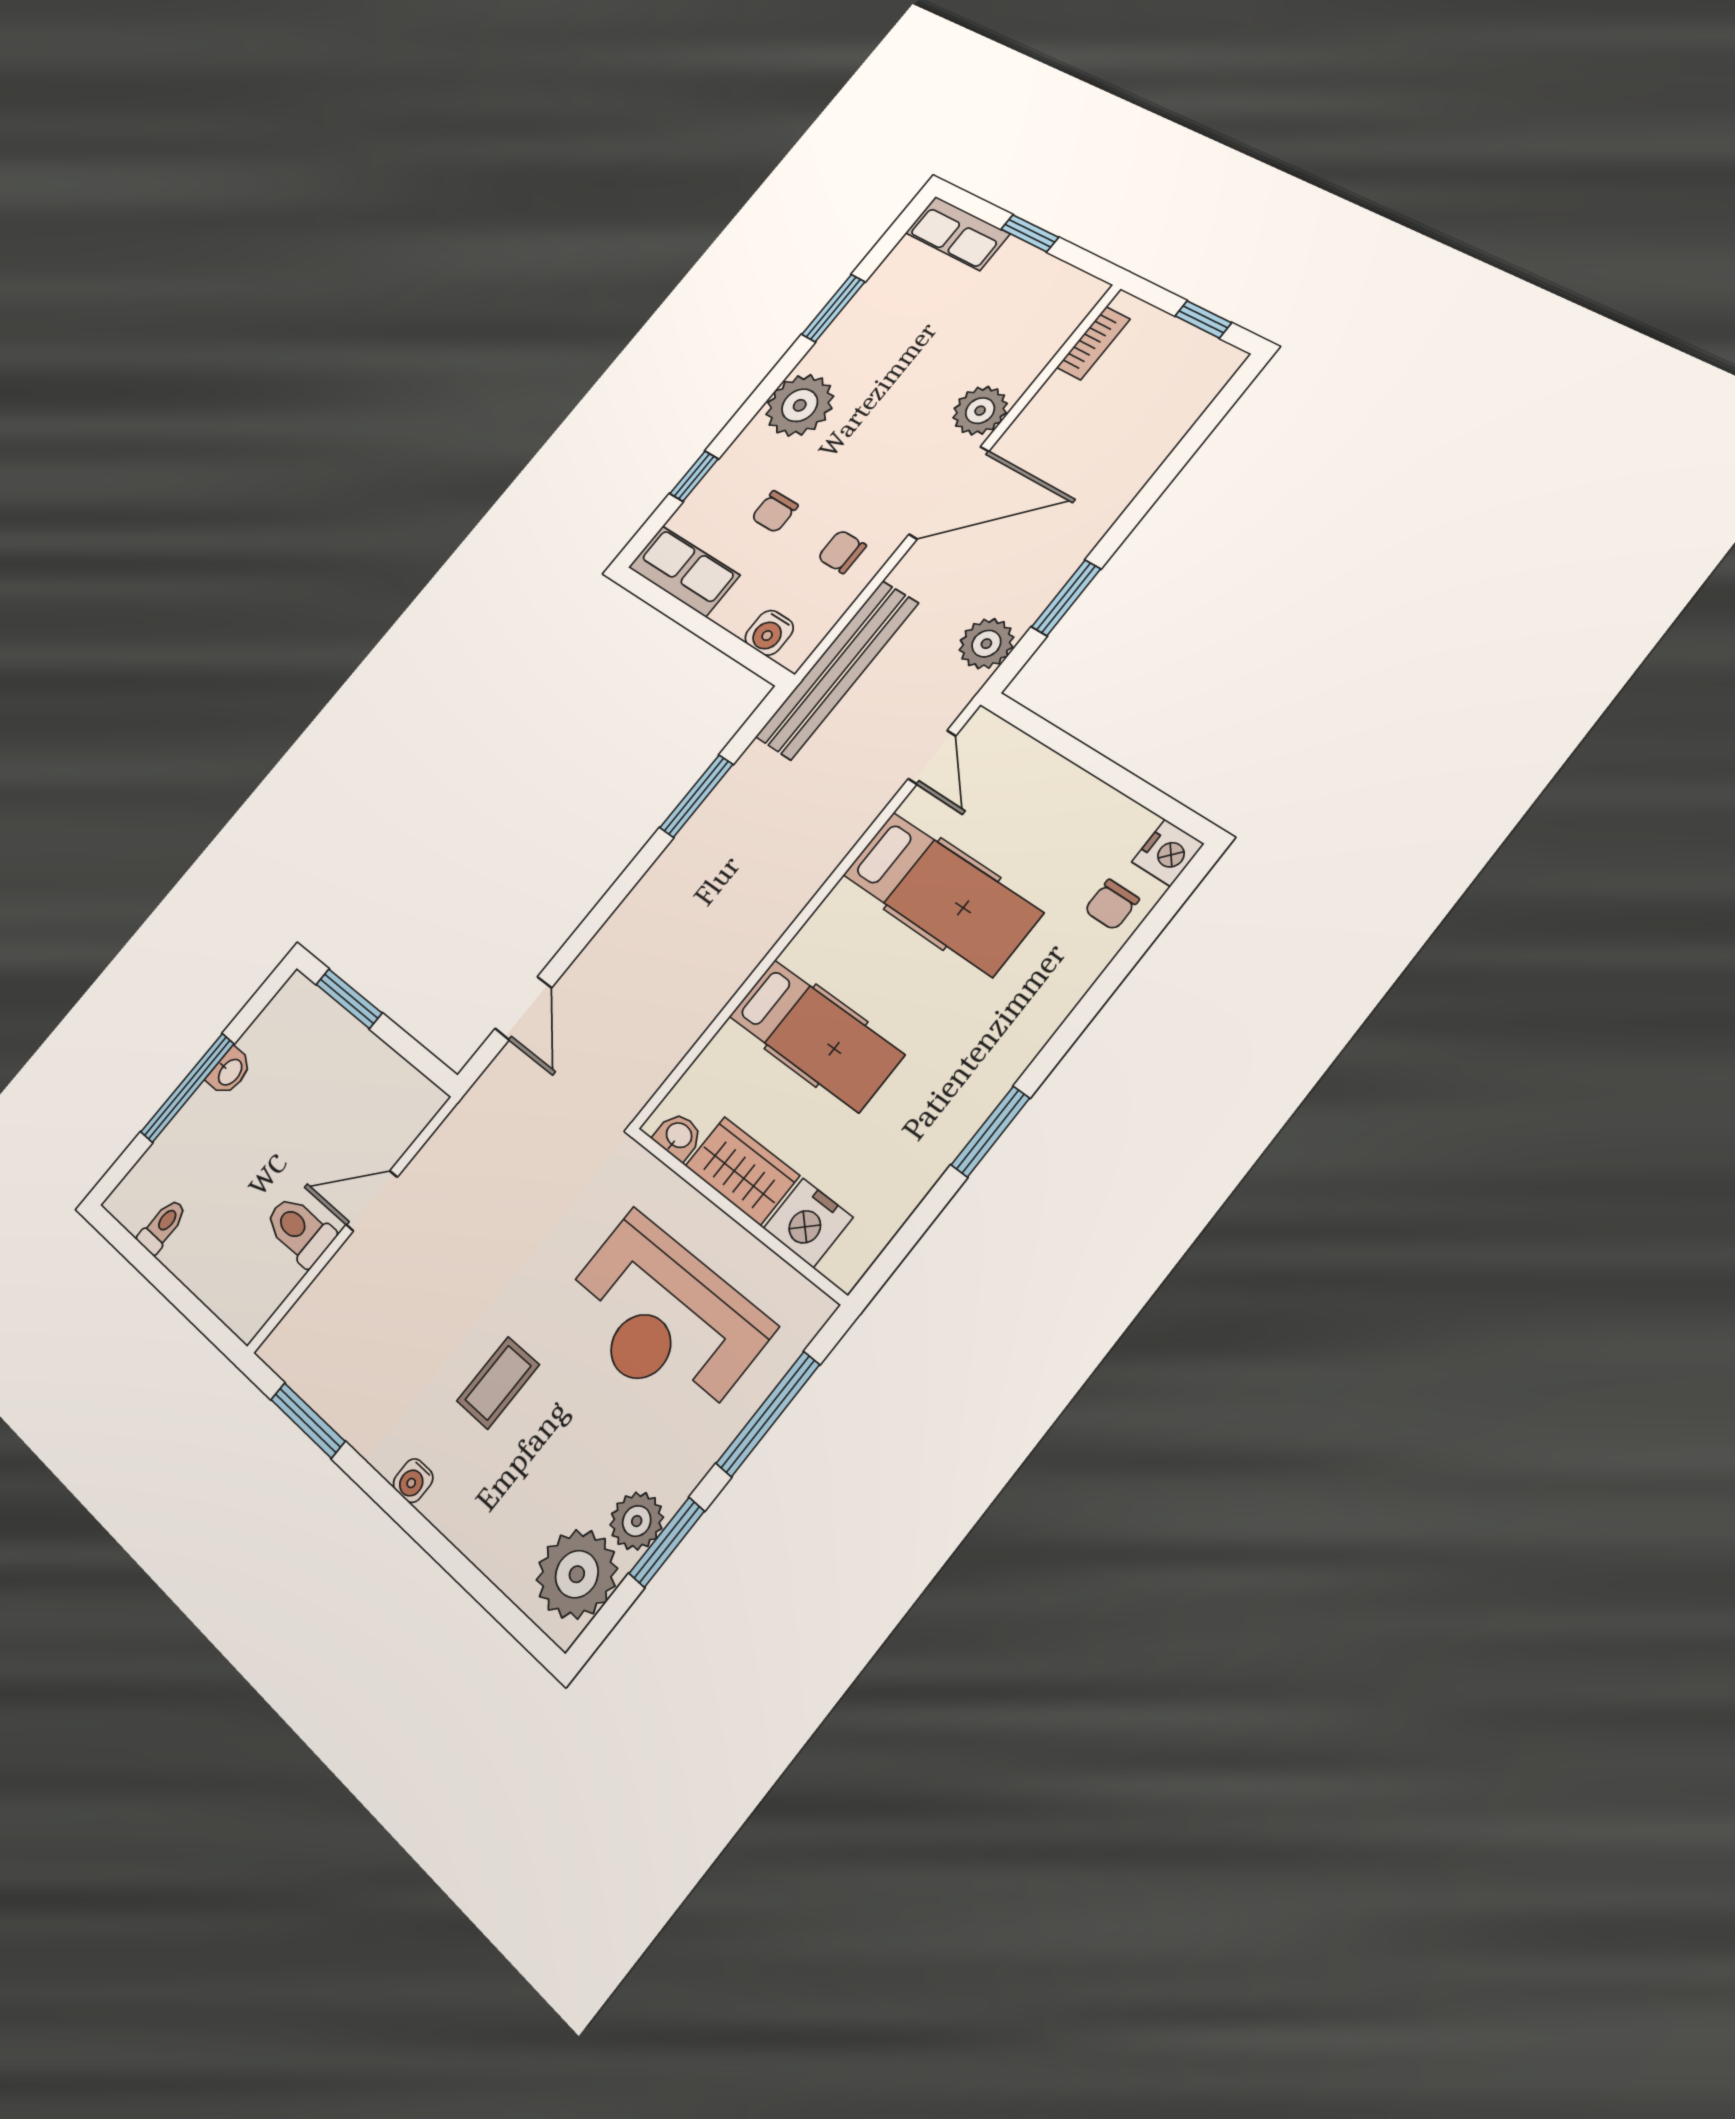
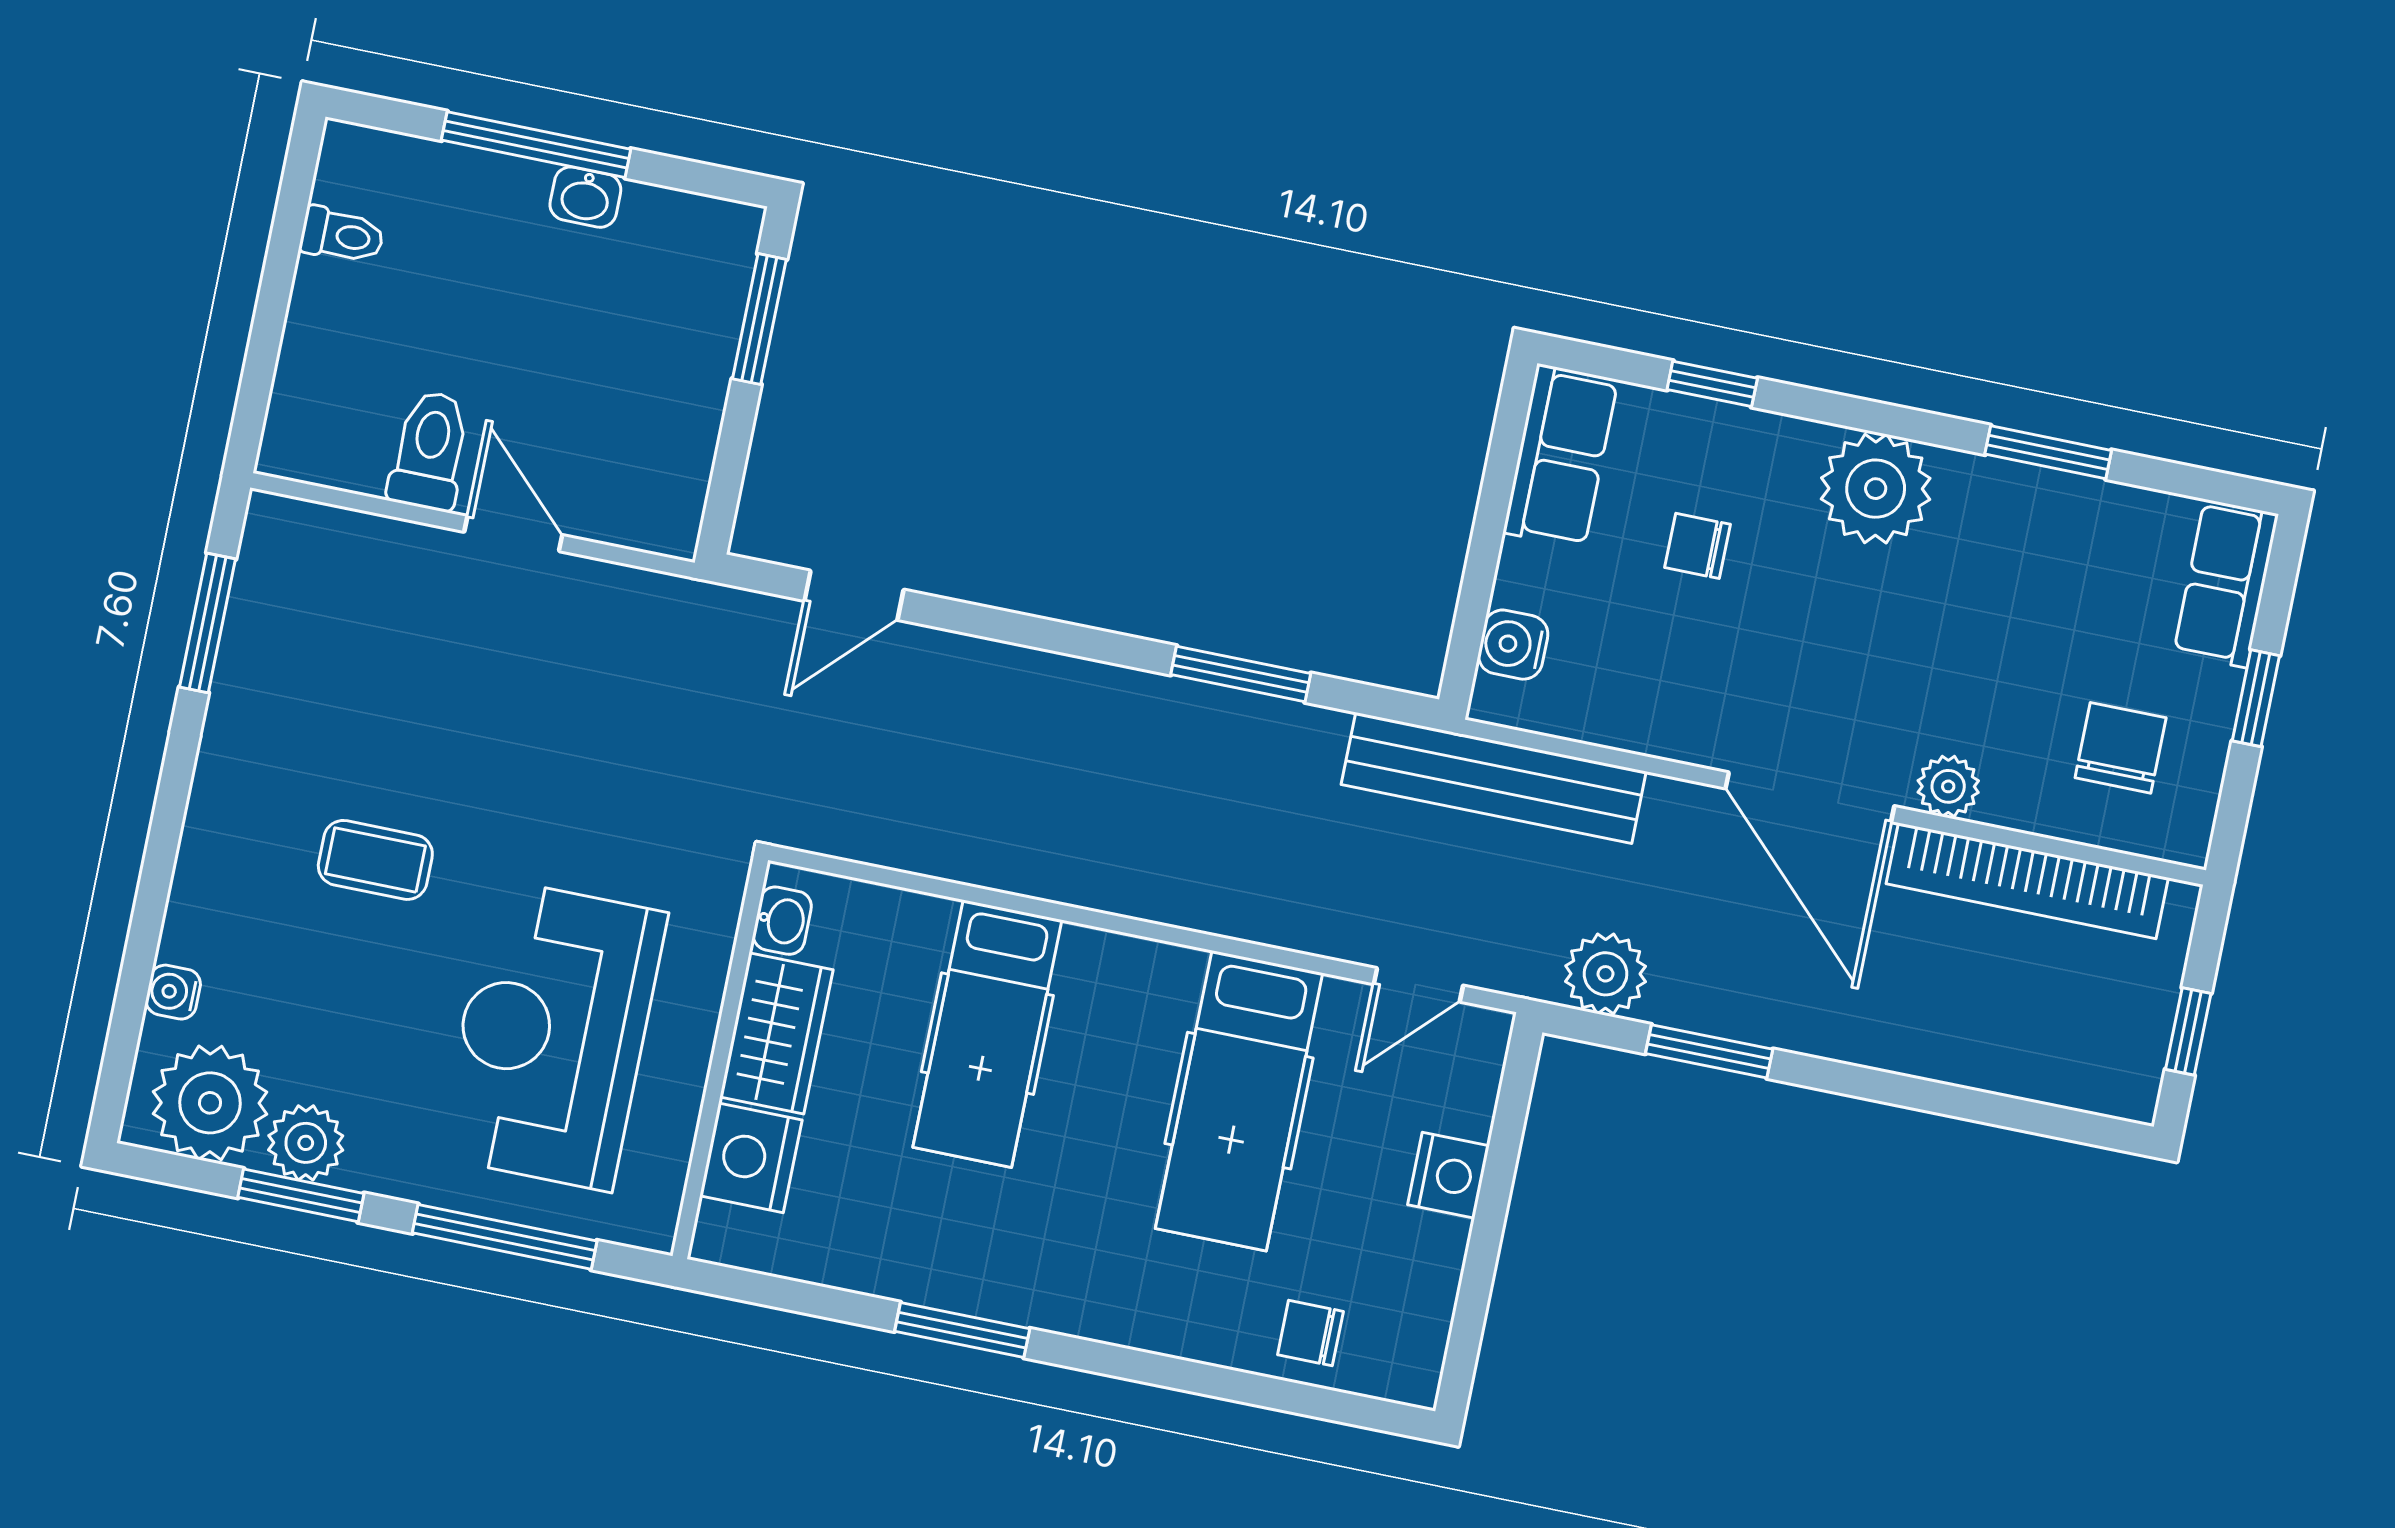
bookcase: (1093, 343) -> (2027, 881), width x2.31, depth x1.31
plant: (980, 411) -> (1948, 786), width x0.73, depth x0.73
chair: (842, 552) -> (2121, 748), moved, width x1.37, depth x1.37
nightstand: (1168, 853) -> (1449, 1175), moved, turned -90
water cooler: (413, 1481) -> (173, 992), moved

